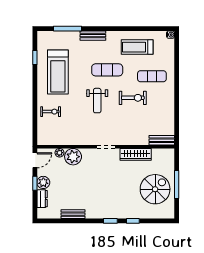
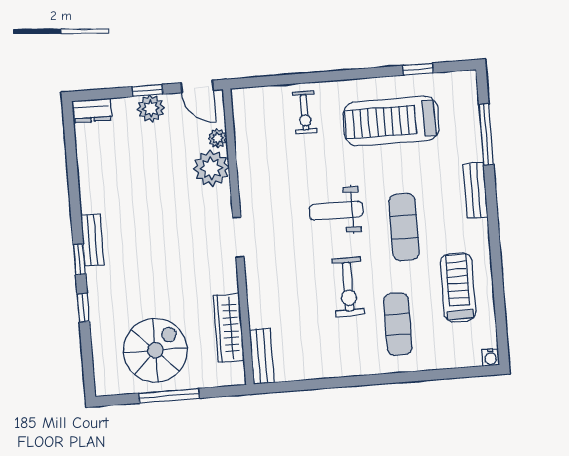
wardrobe: (136, 154) -> (229, 328), moved
spiral stairs: (155, 189) -> (155, 350), turned -90
dresser: (42, 199) -> (92, 111), moved
bench: (73, 214) -> (92, 240), moved

